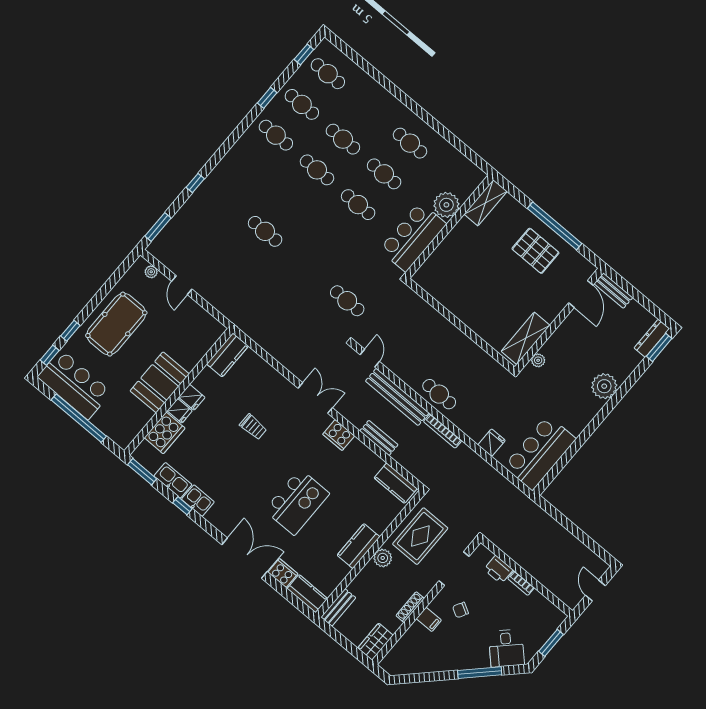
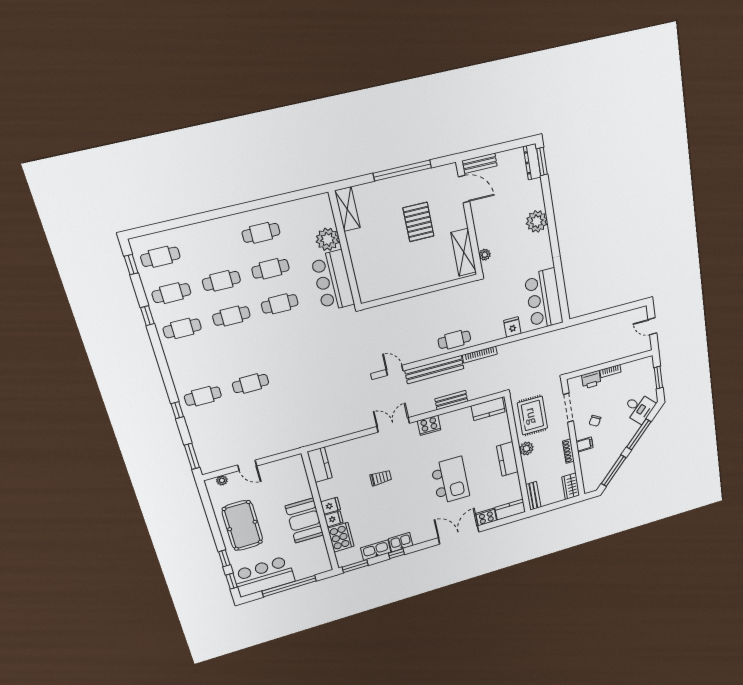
pallet: (535, 251) -> (418, 222), moved, turned 90
cafe table: (347, 301) -> (203, 396), moved
window: (423, 677) -> (614, 471), added

